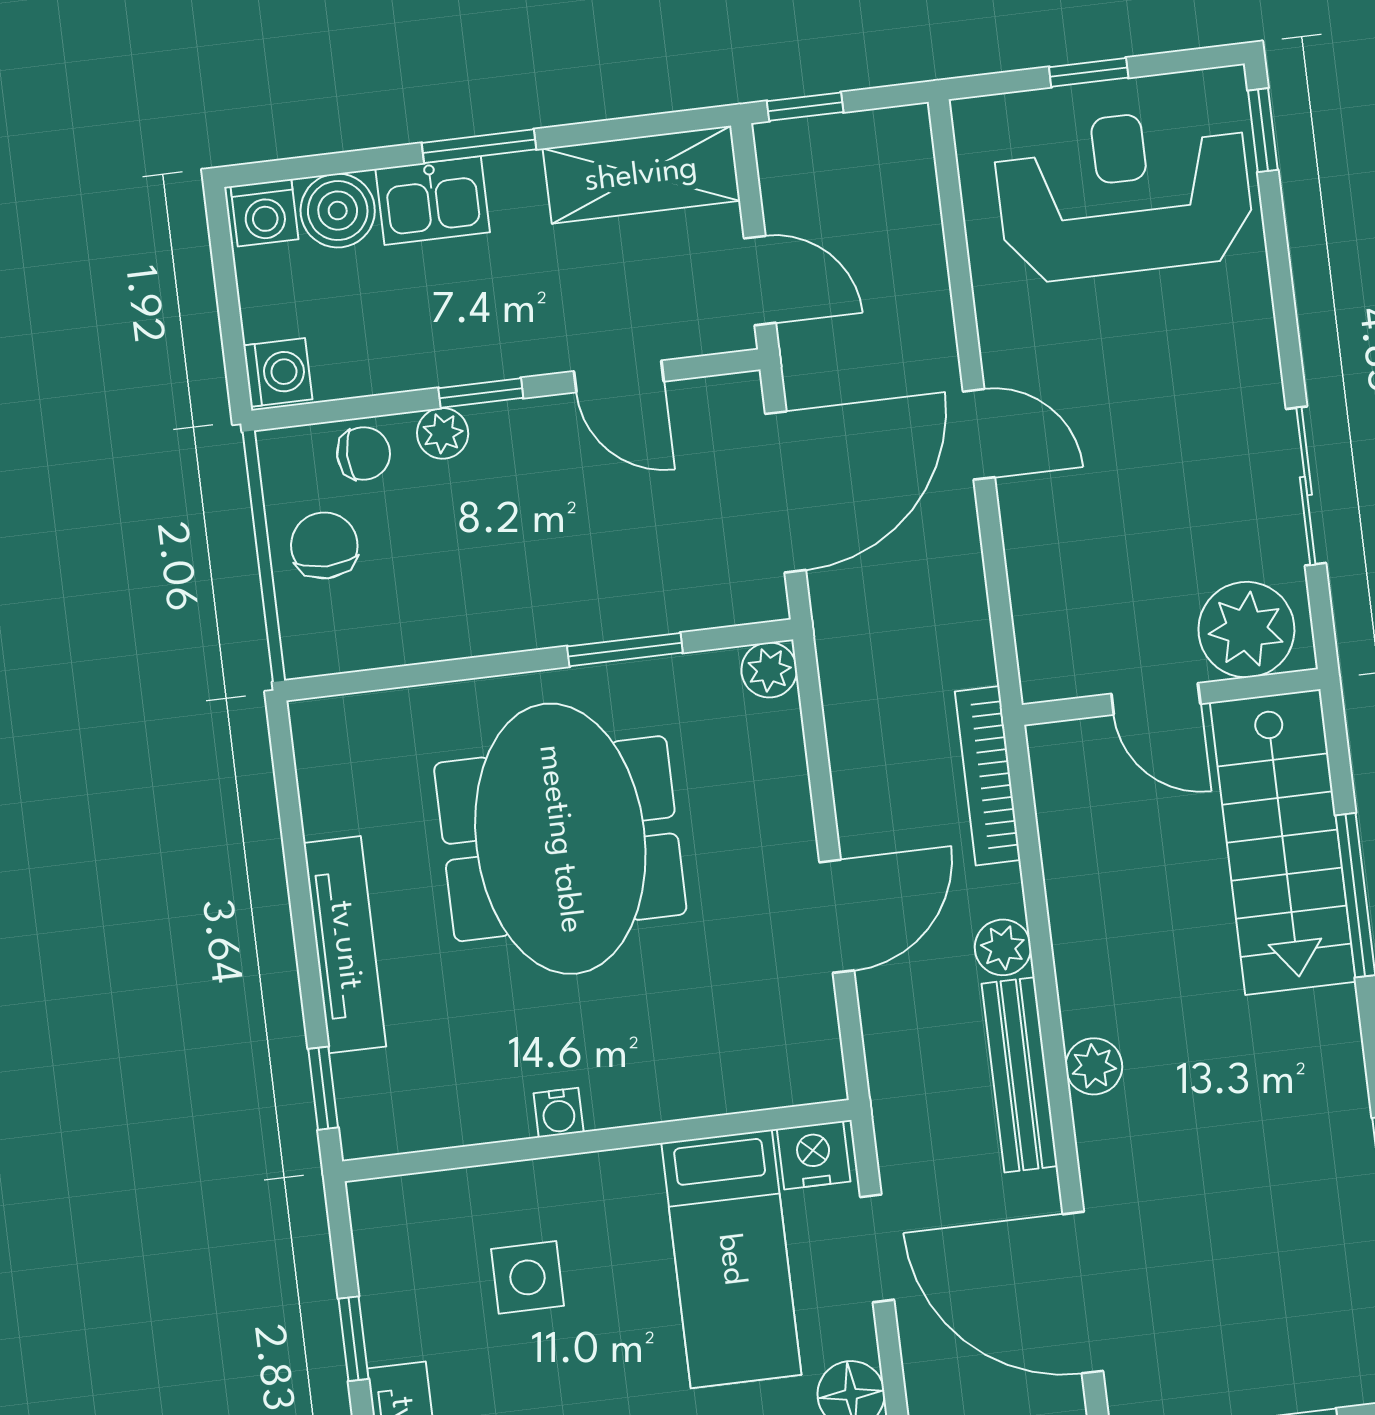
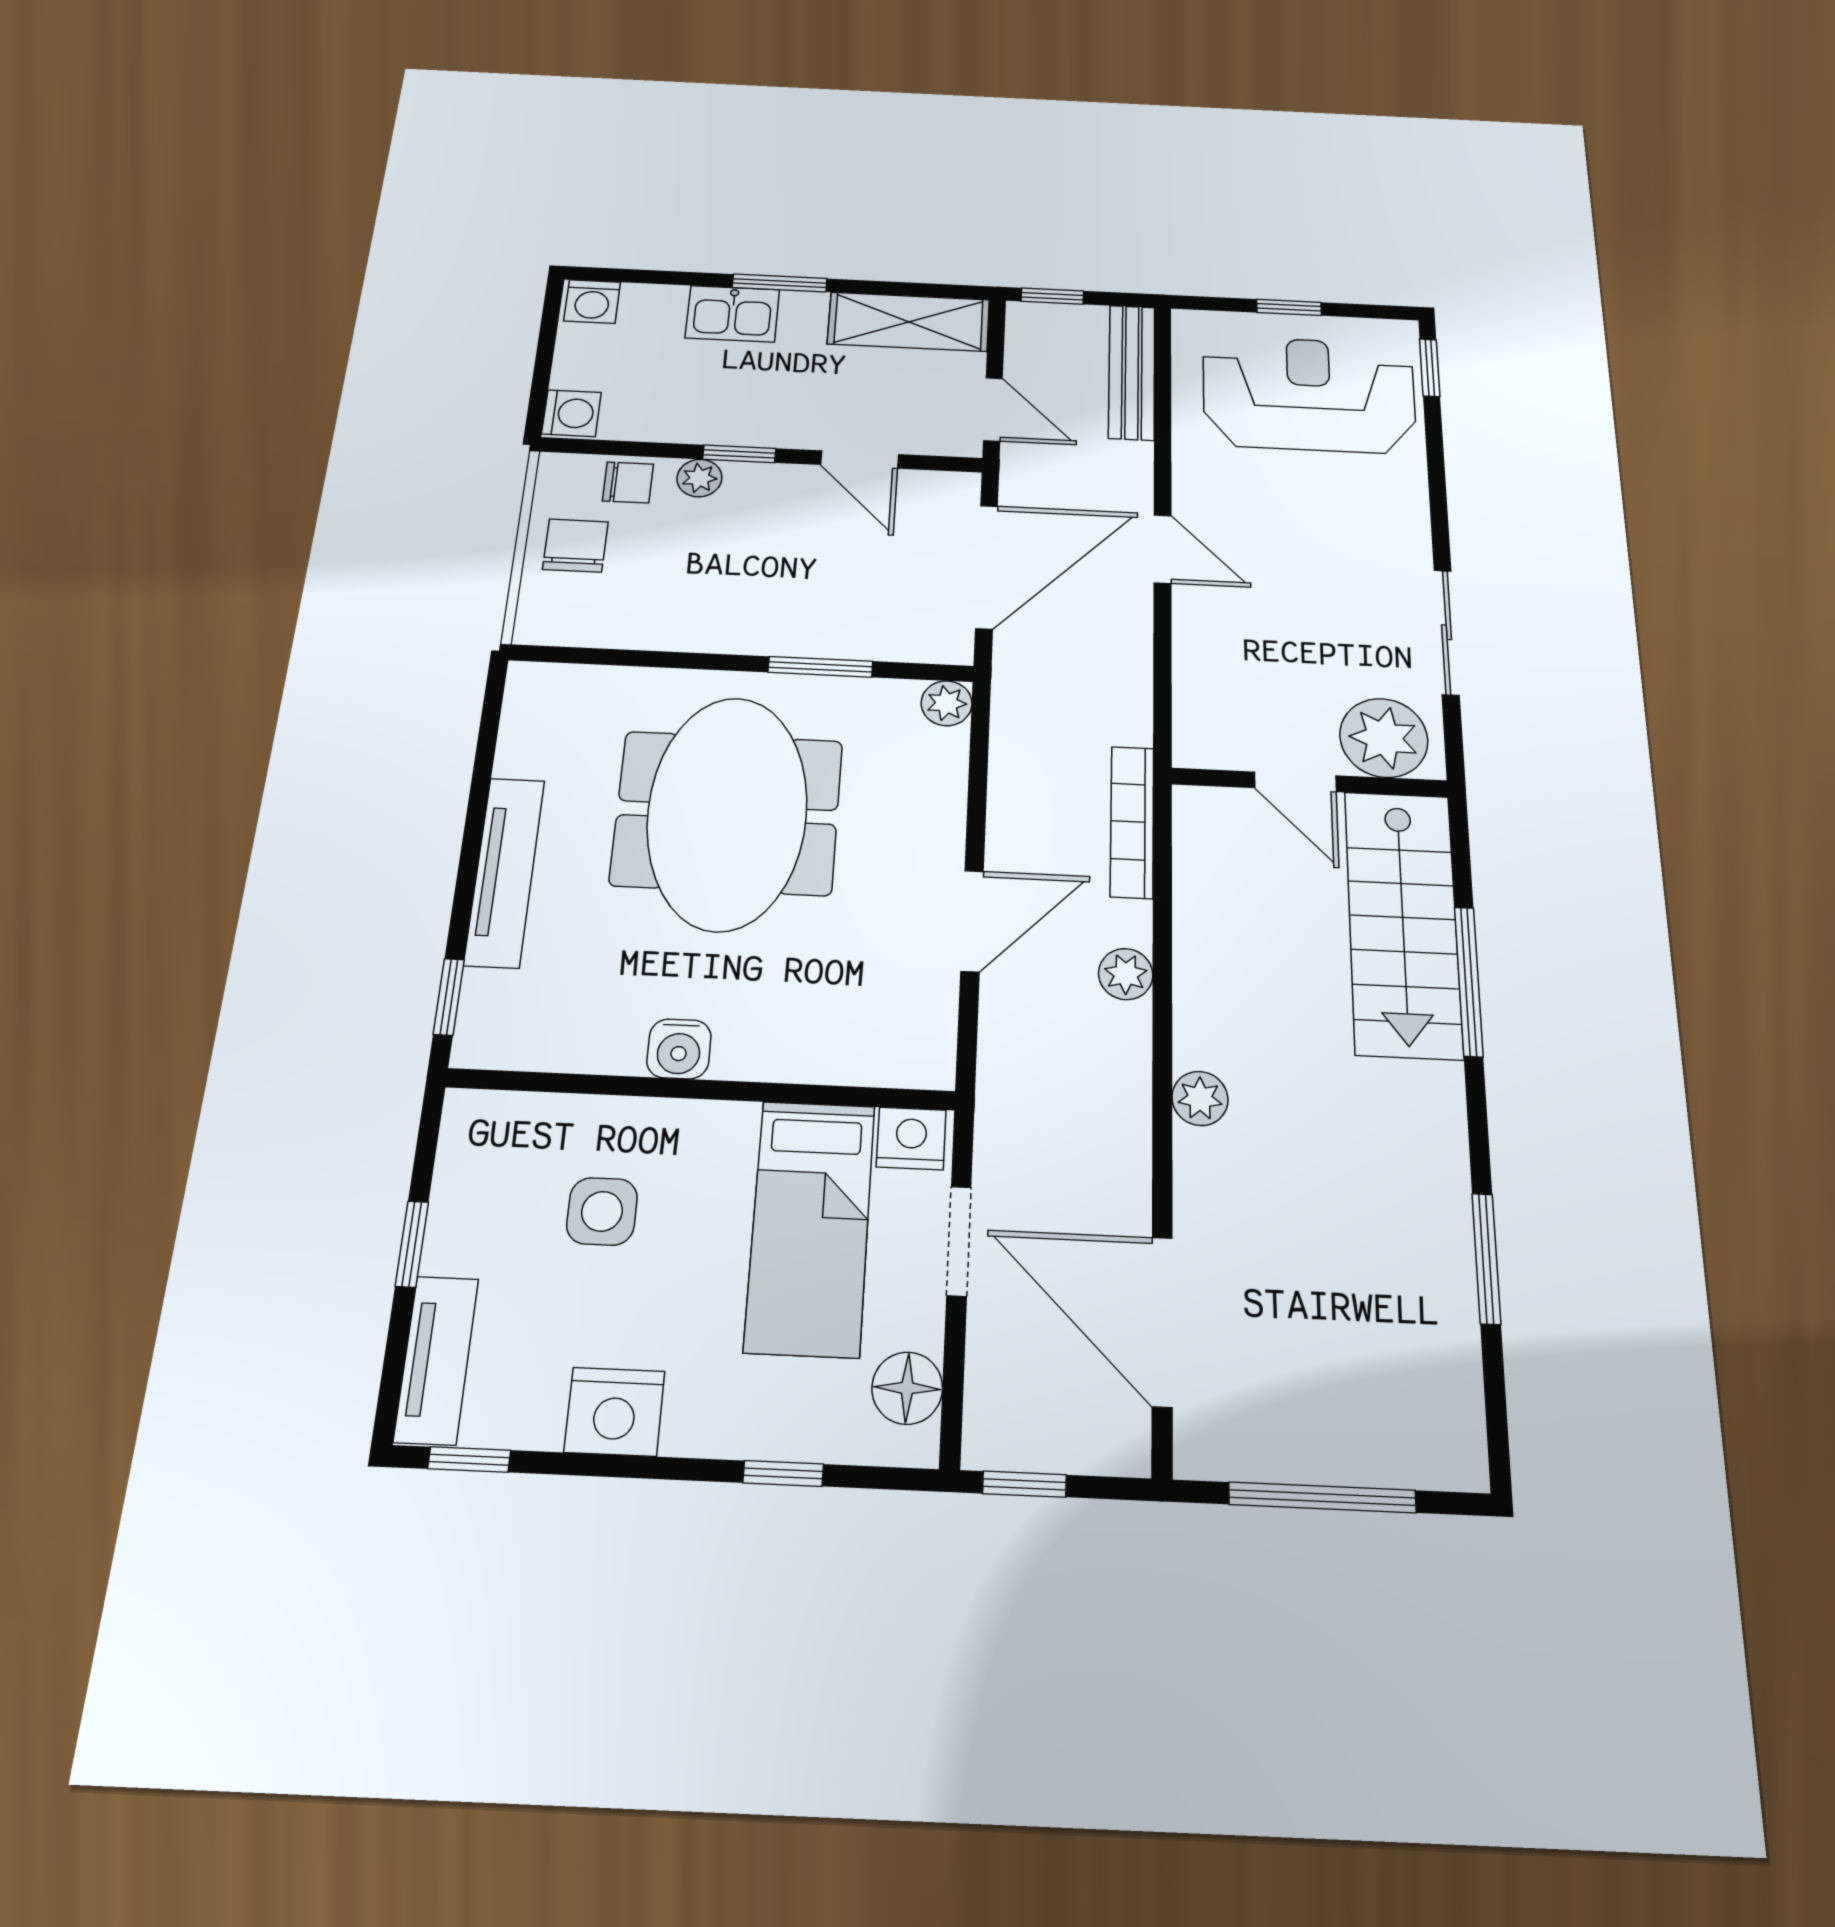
boiler: (338, 211) -> (653, 309), removed
bench: (1020, 1075) -> (1132, 372), moved
water cooler: (559, 1113) -> (679, 1049), width x1.38, depth x1.38

